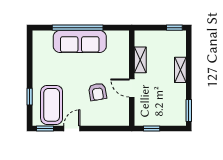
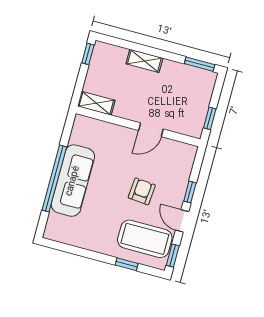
shelving: (140, 60) -> (96, 103), moved
armchair: (98, 92) -> (142, 191), moved, turned -75
window: (94, 128) -> (190, 192), added

